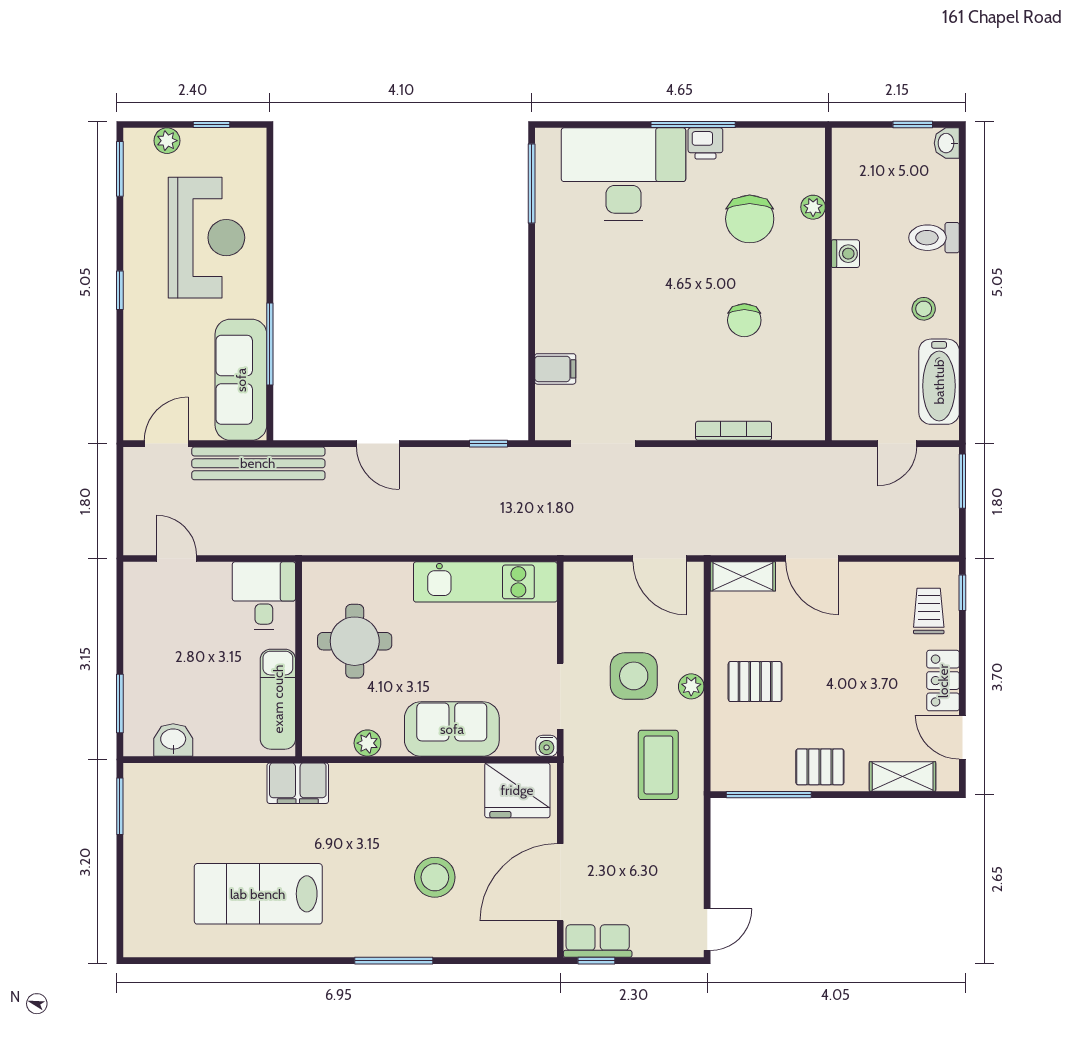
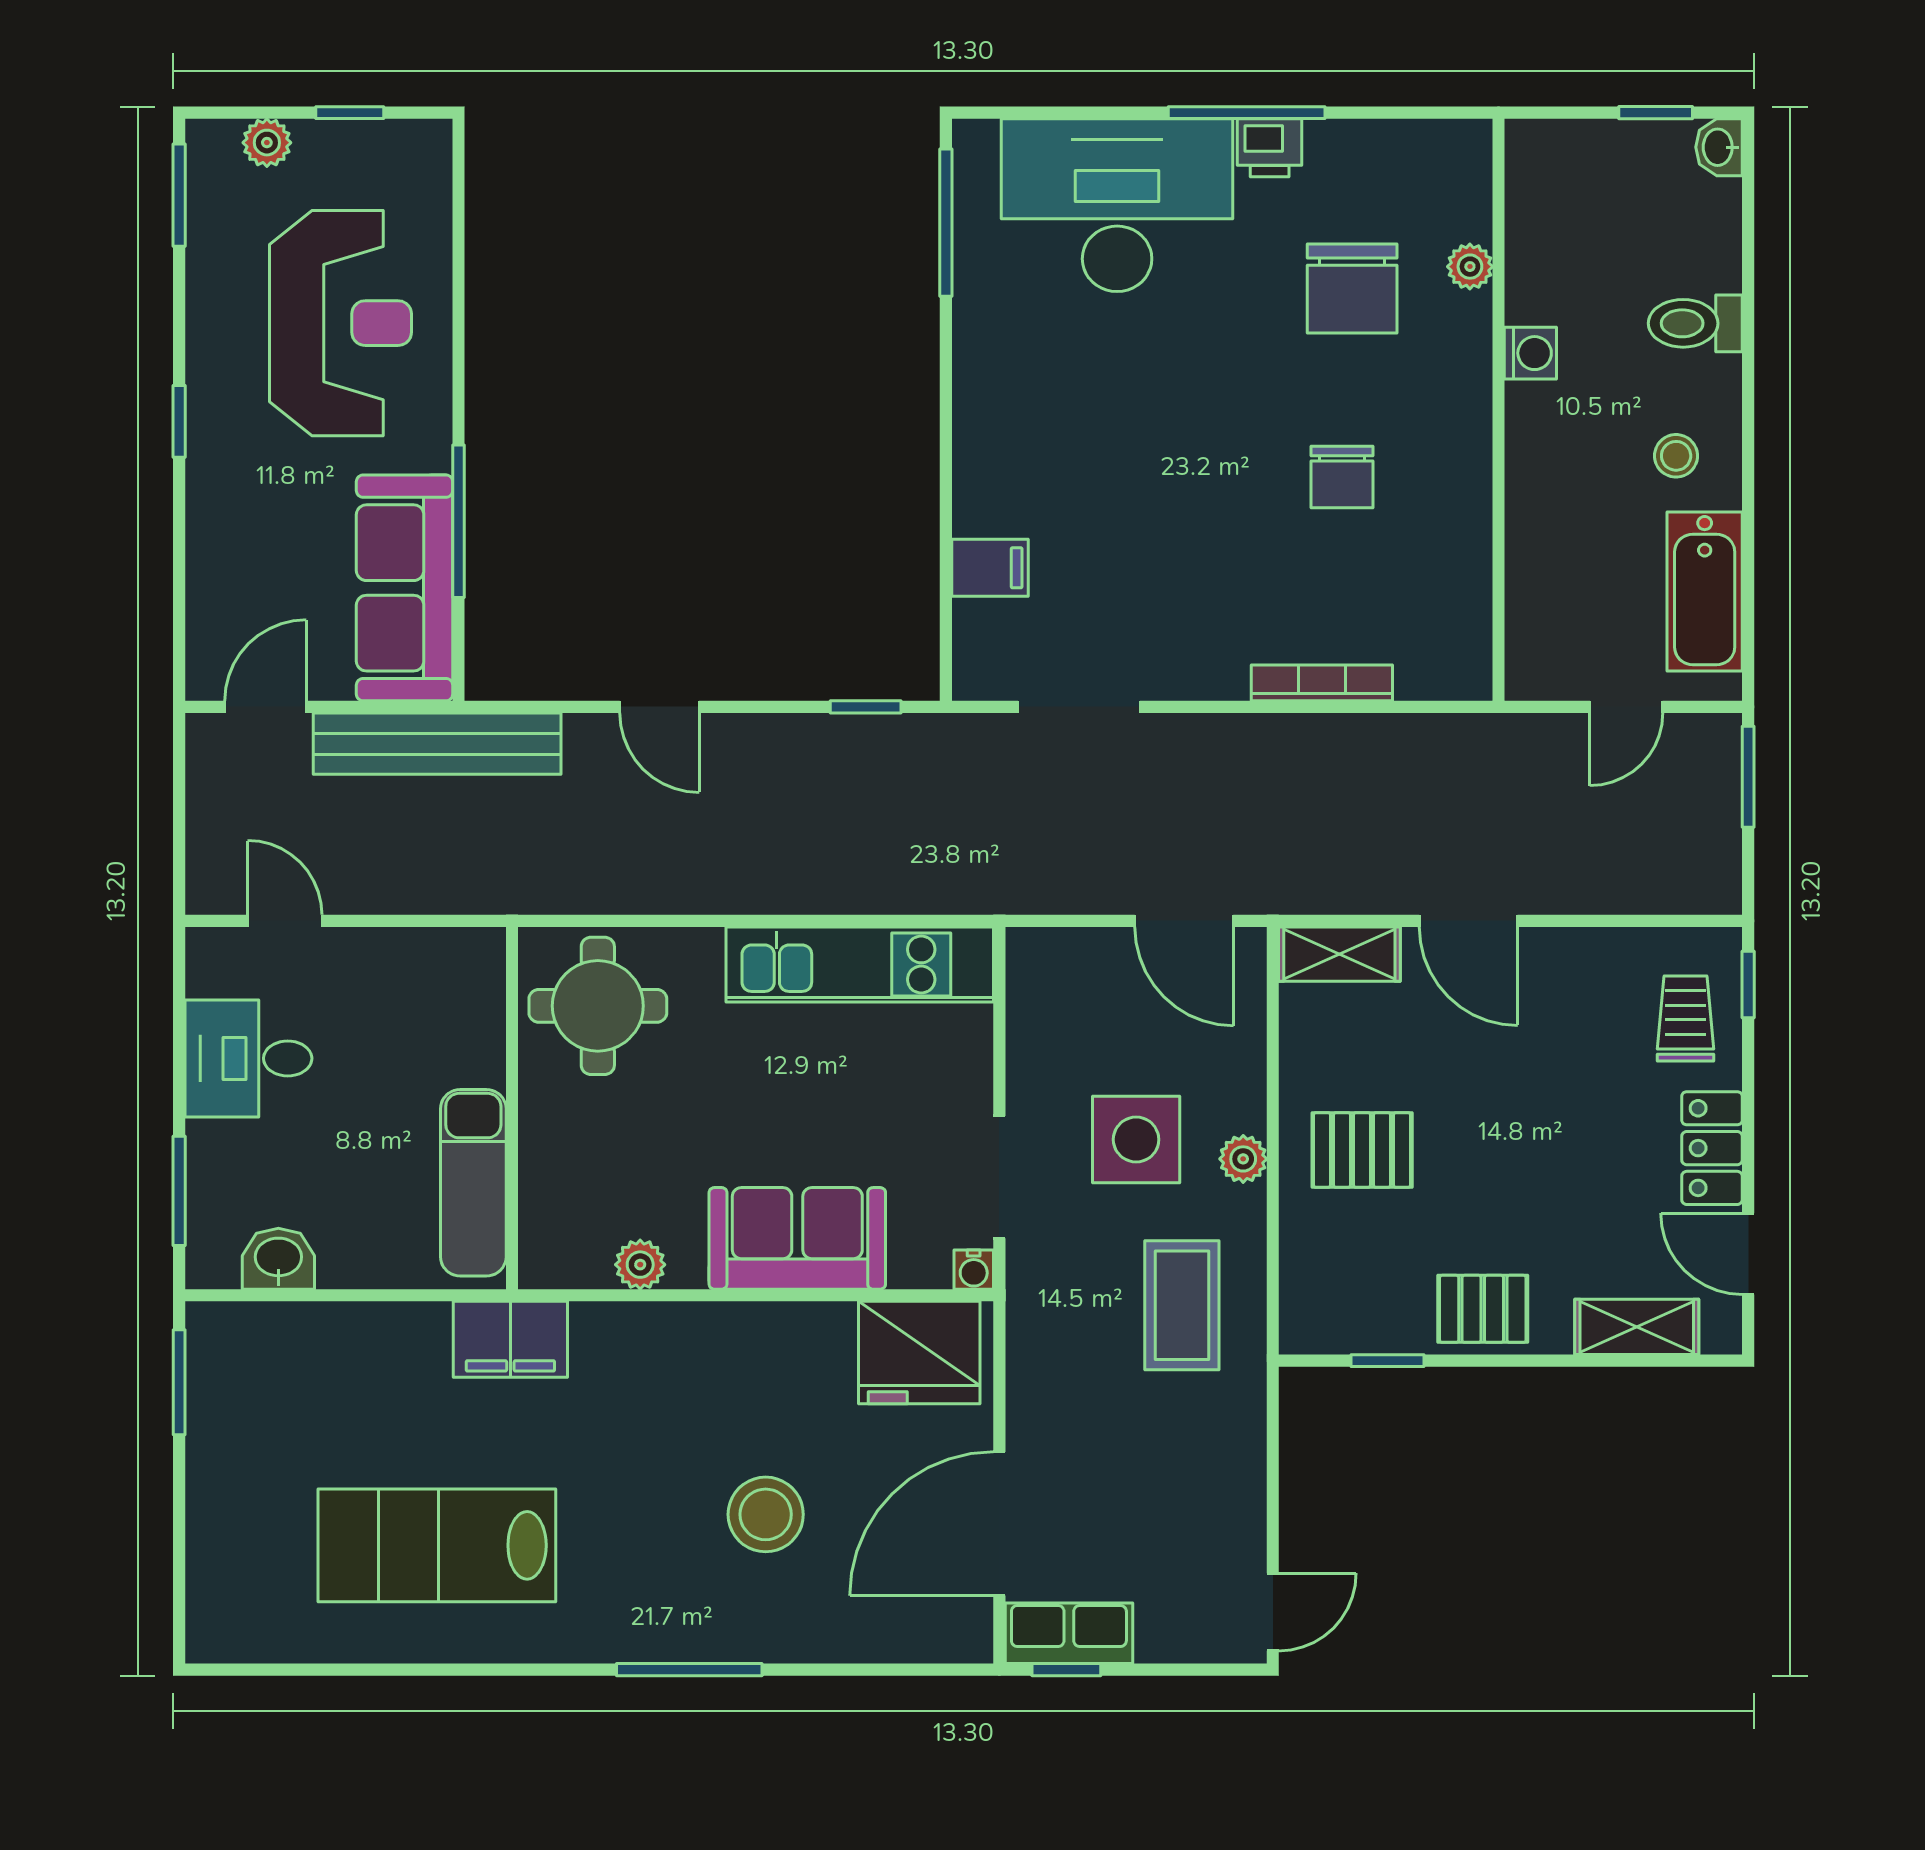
desk: (264, 596) -> (248, 1058), moved, turned -90
round table: (355, 641) -> (598, 1006), moved
window: (769, 795) -> (1388, 1361), width x0.46

